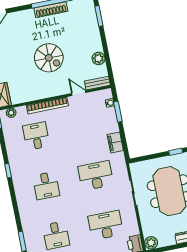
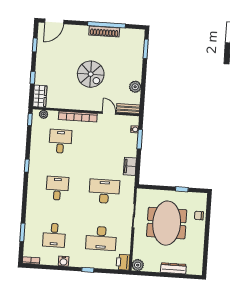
desk: (46, 186) -> (57, 188), turned 180
desk: (106, 225) -> (101, 238), turned 180

